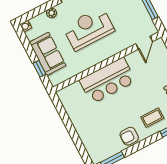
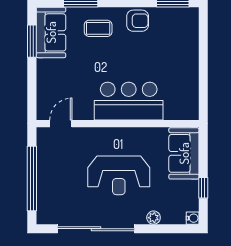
sofa: (48, 54) -> (184, 153), moved
window: (39, 69) -> (203, 188), moved

